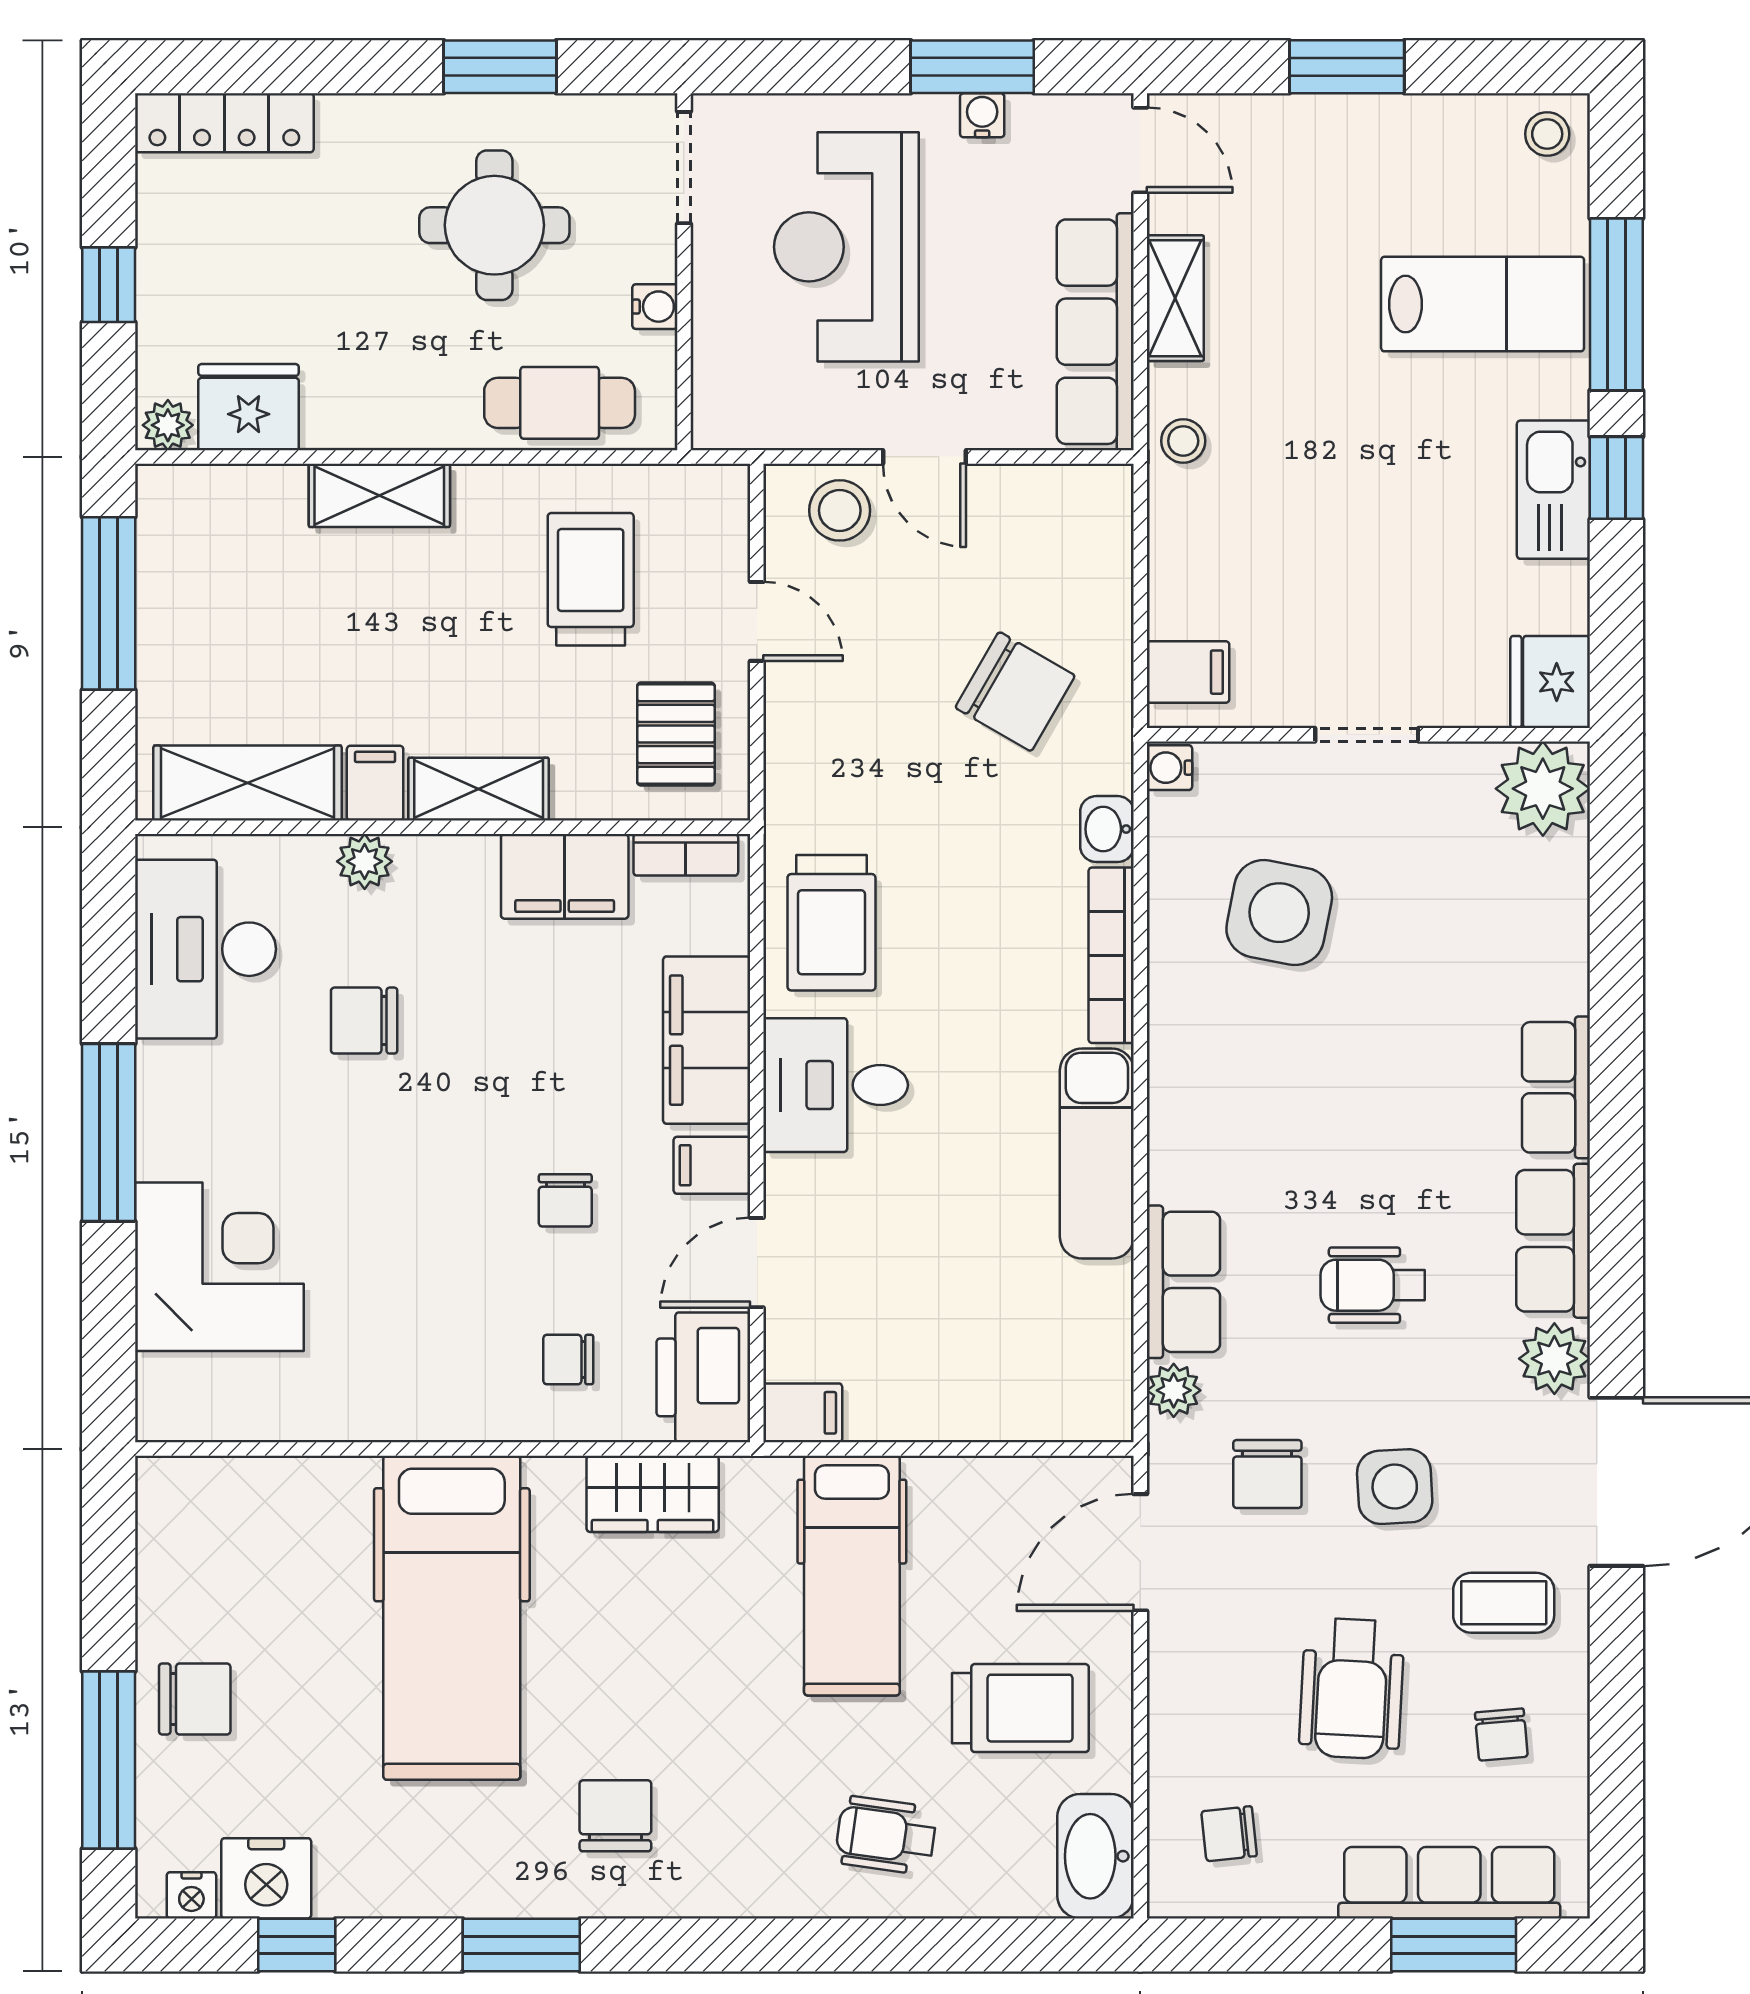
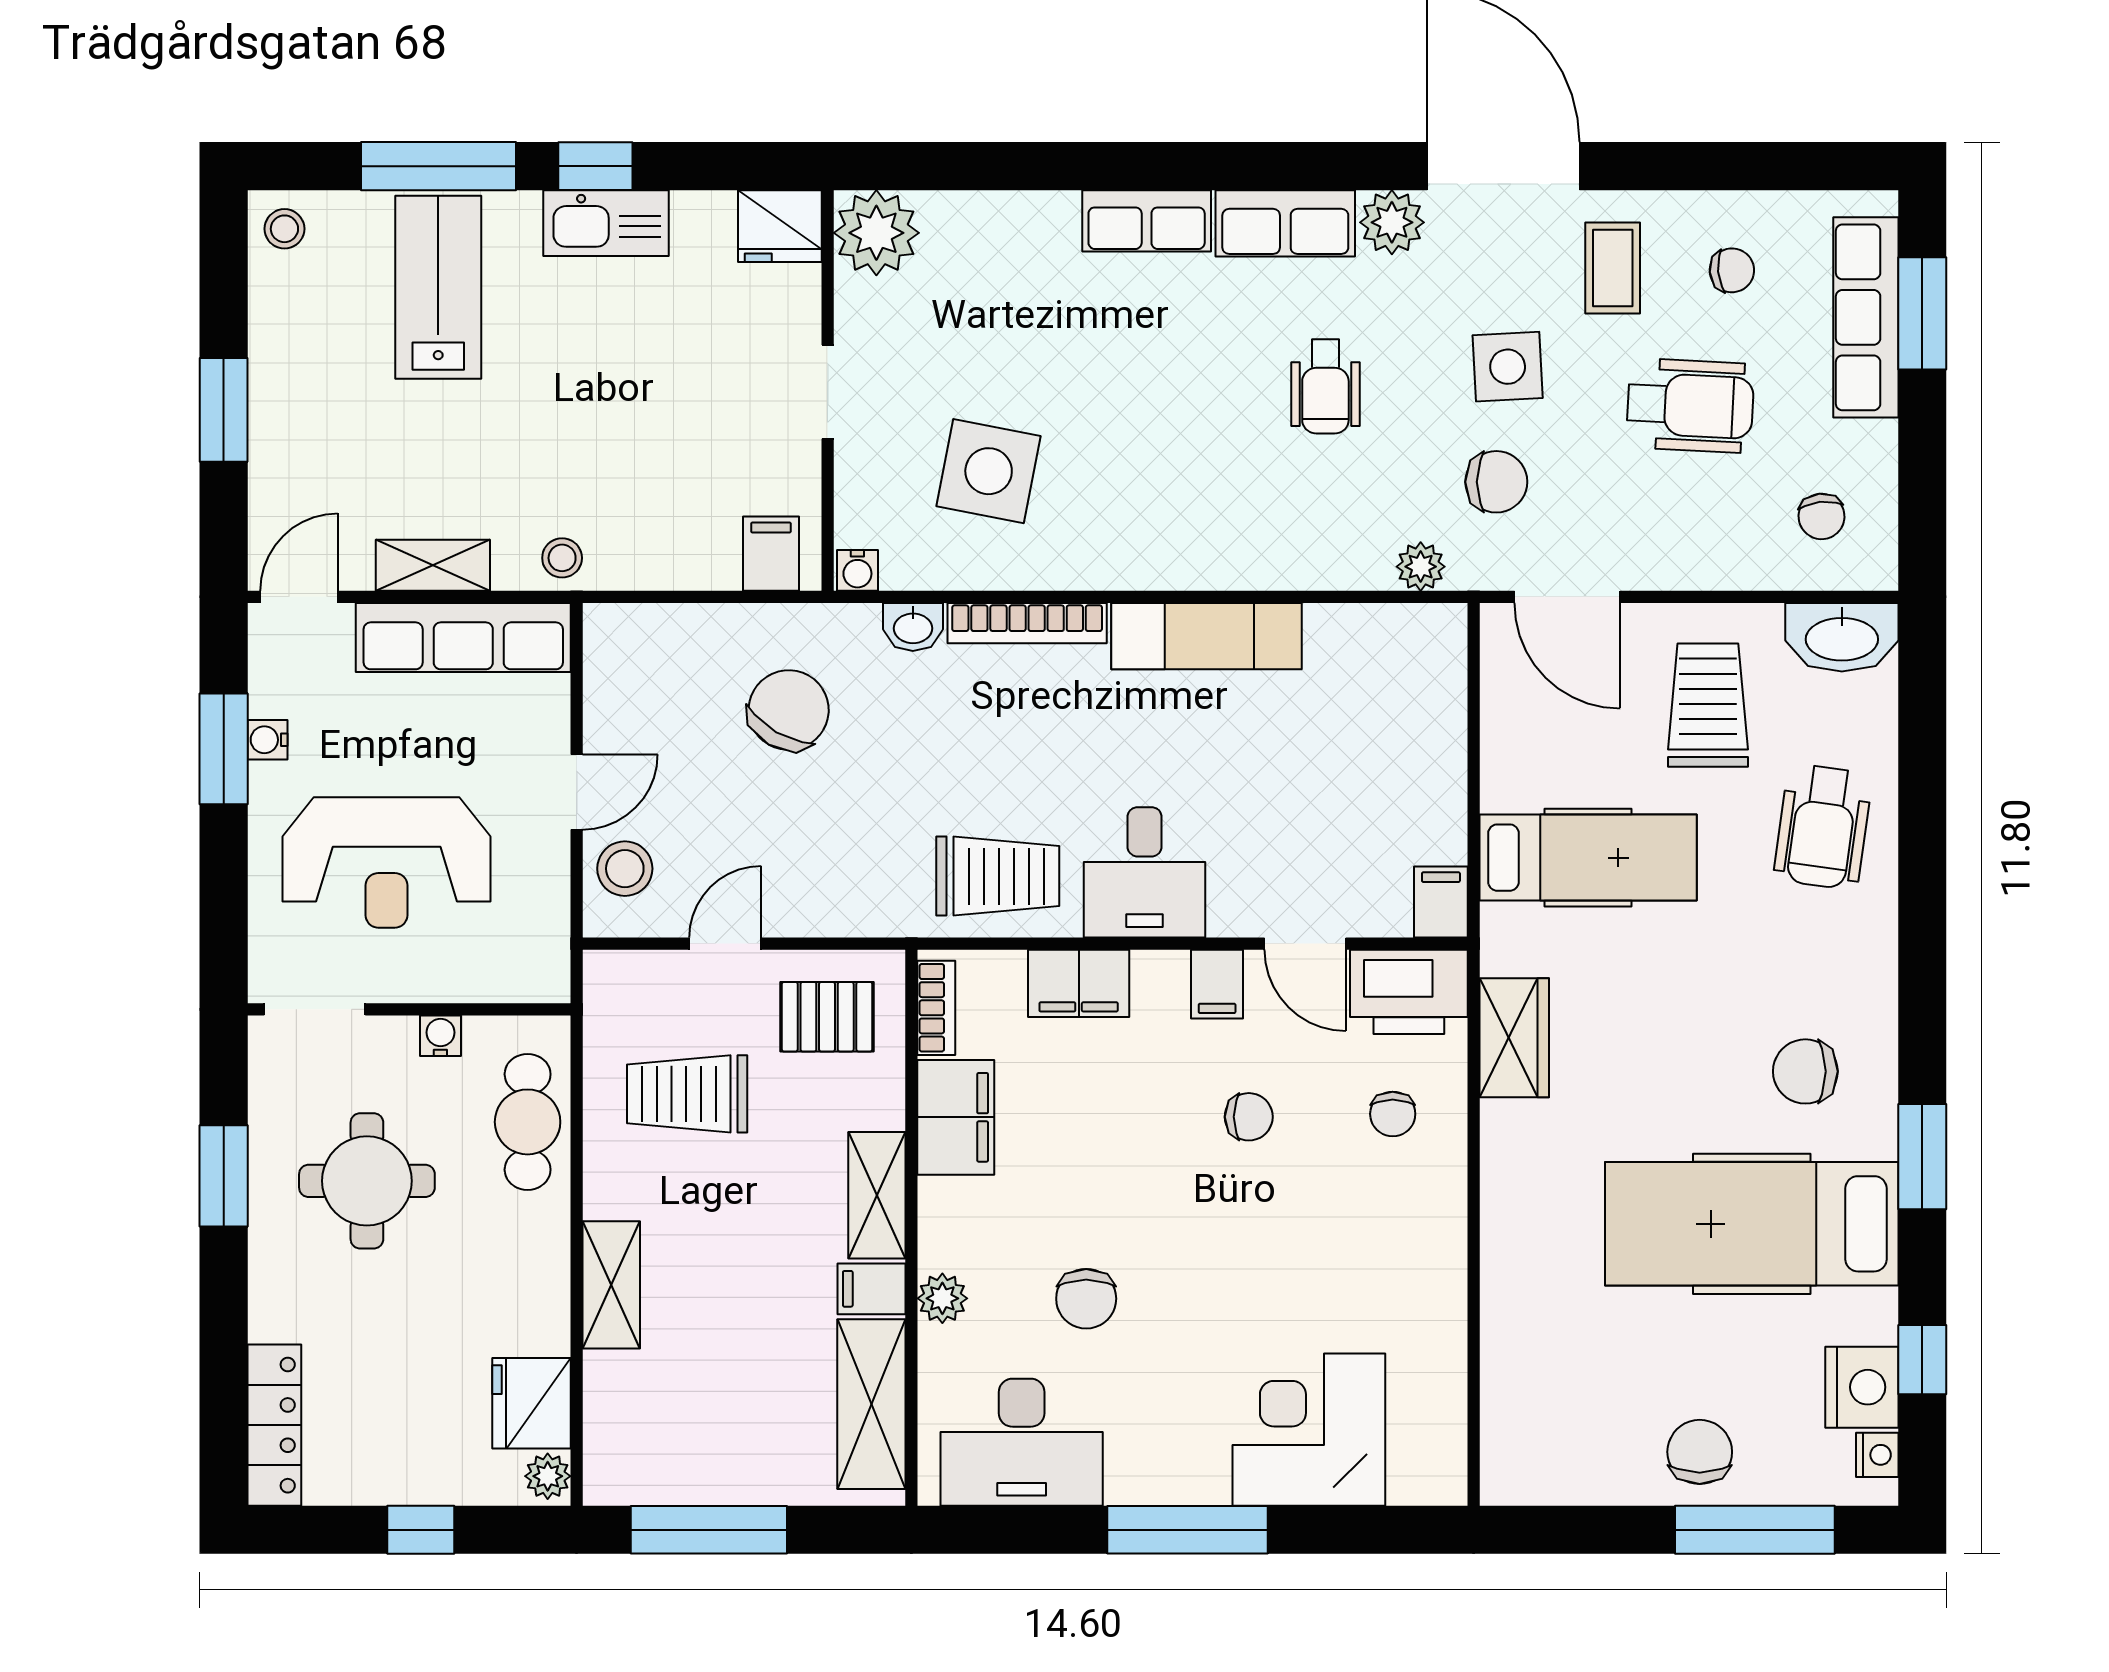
filing cabinet: (707, 1040) -> (1079, 983), width x0.67, depth x0.86
row of seats: (1183, 1282) -> (1322, 558), removed
hospital bed: (452, 1618) -> (1752, 1224), moved, turned 180
wheelchair: (886, 1835) -> (1823, 827), width x1.36, depth x1.37

